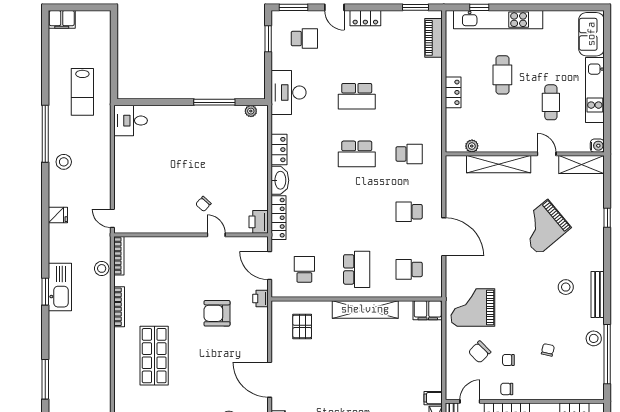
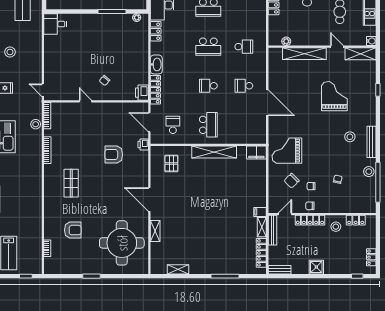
locker: (279, 150) -> (156, 31), moved
grand piano: (543, 227) -> (334, 96), turned 130
door: (216, 235) -> (86, 101), moved
school desk: (409, 269) -> (208, 86), moved
shop shelf: (154, 356) -> (71, 183), width x0.70, depth x0.74

